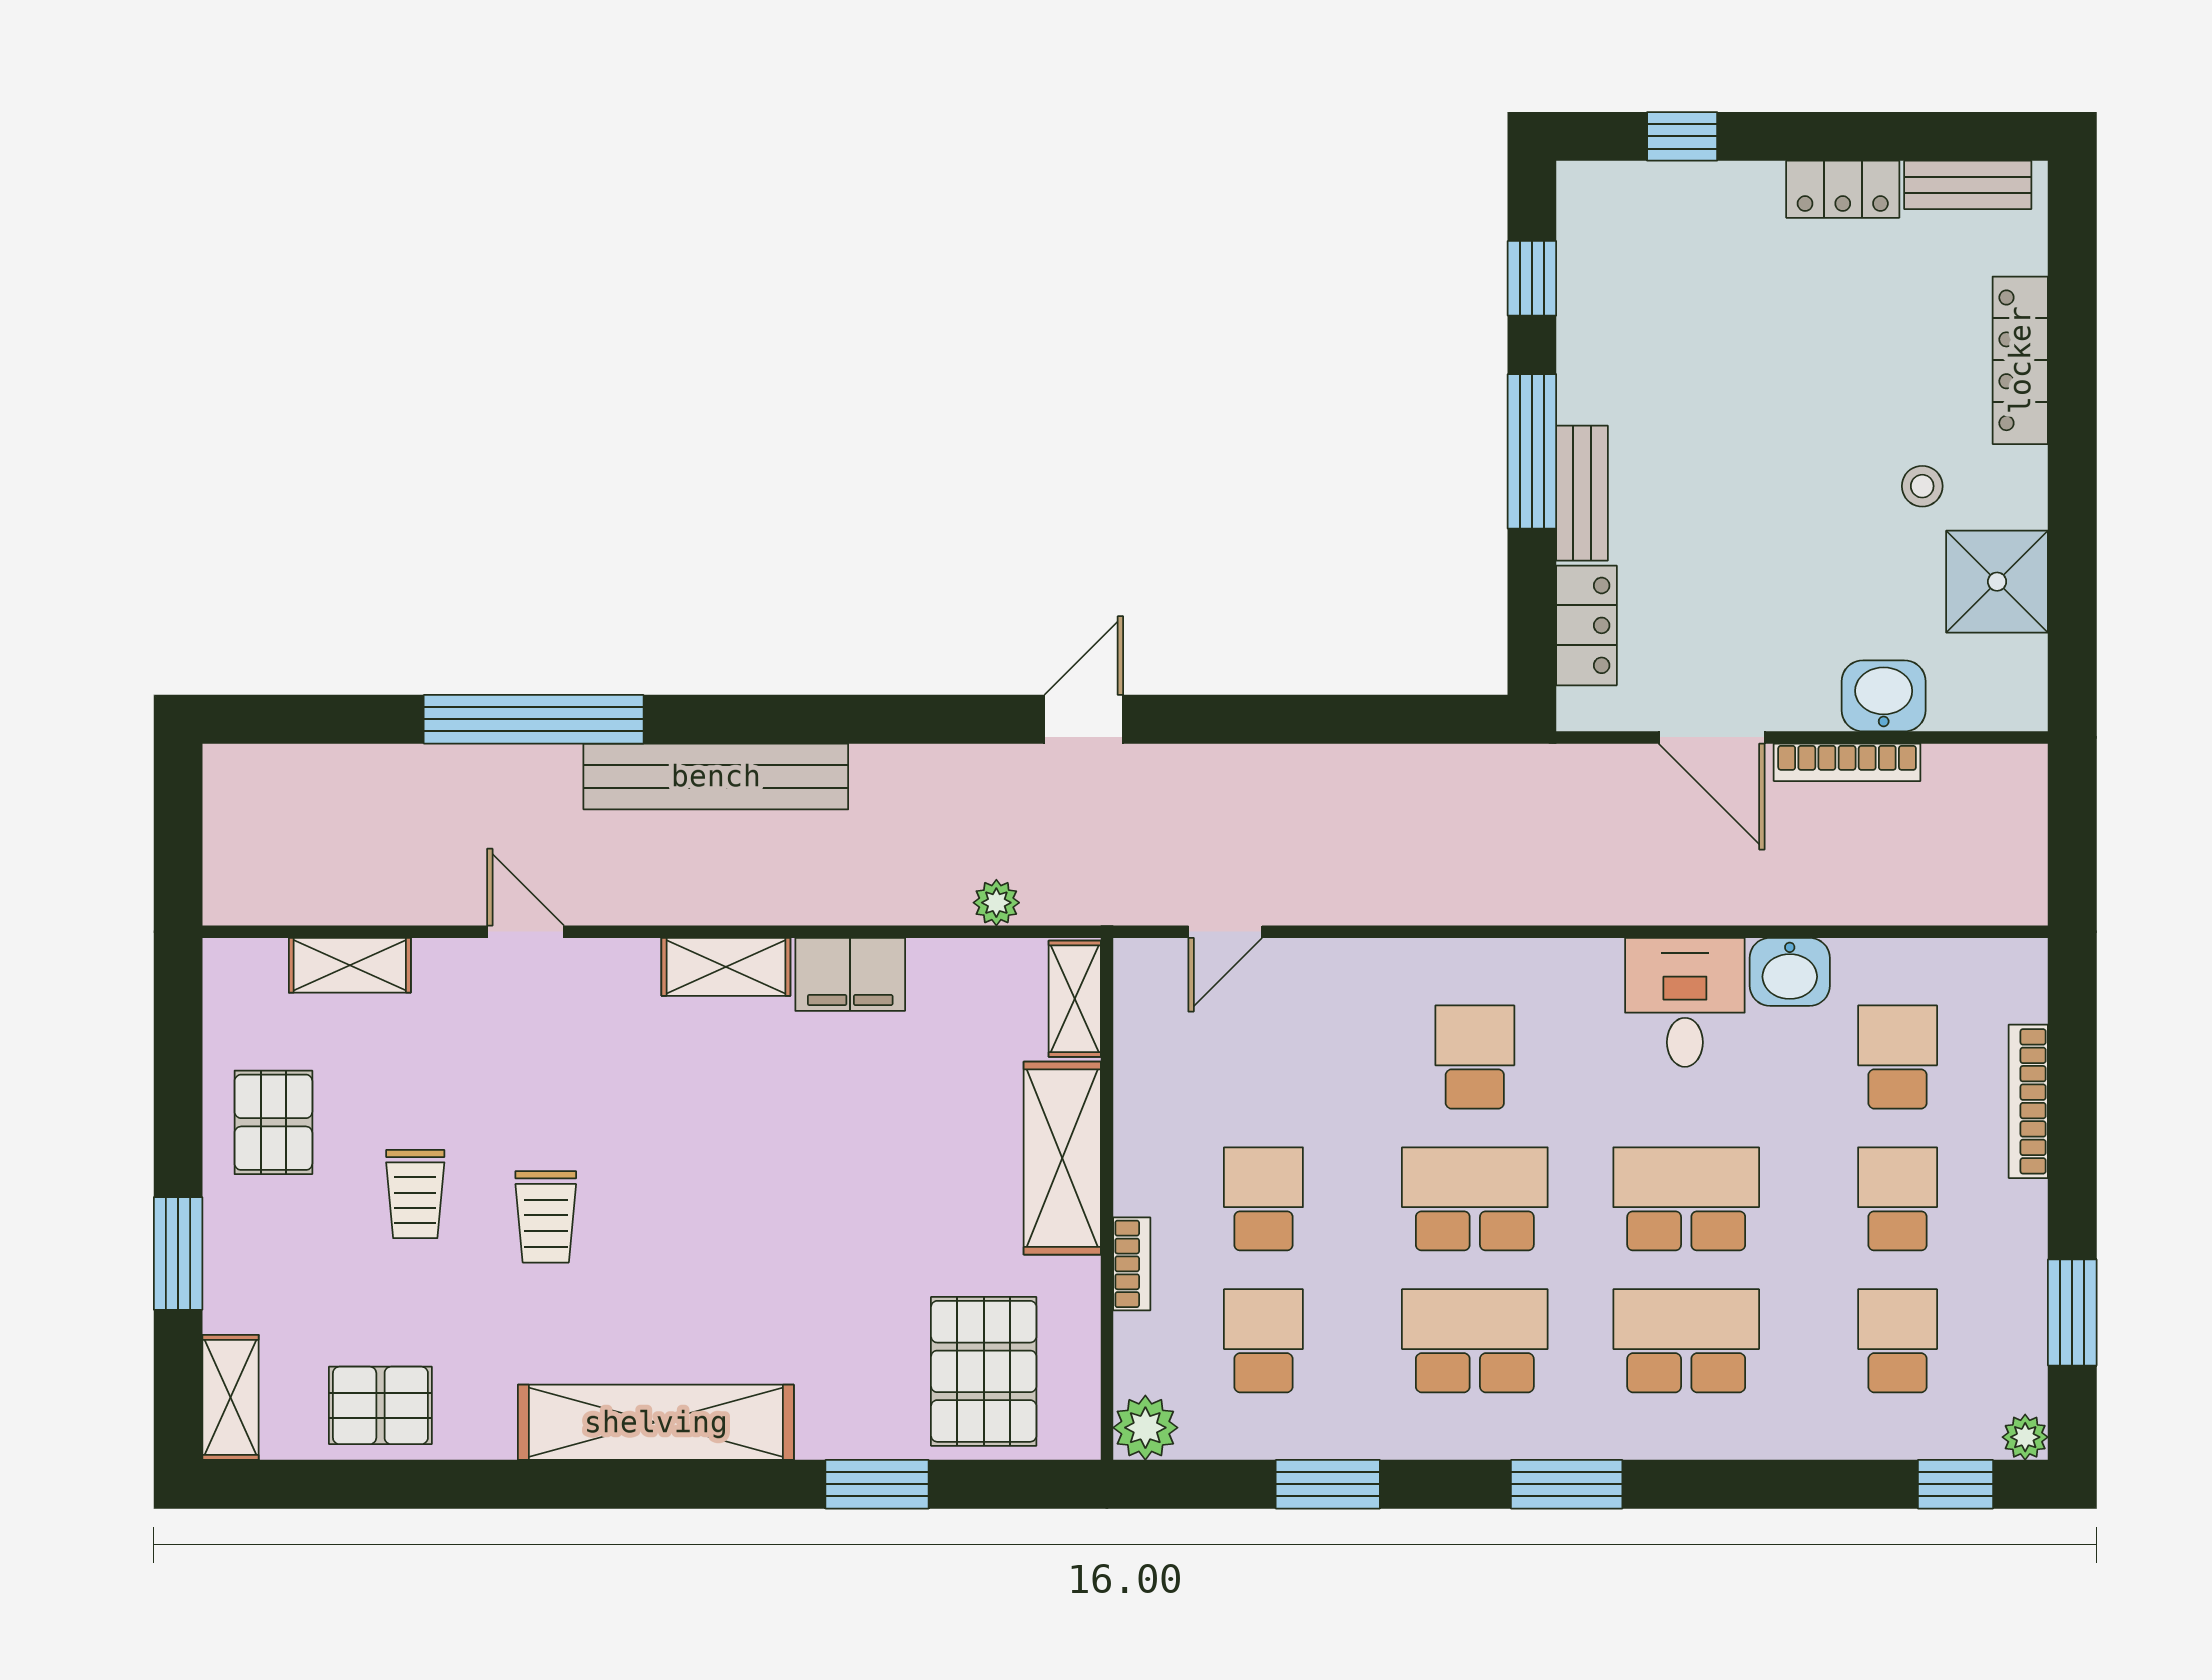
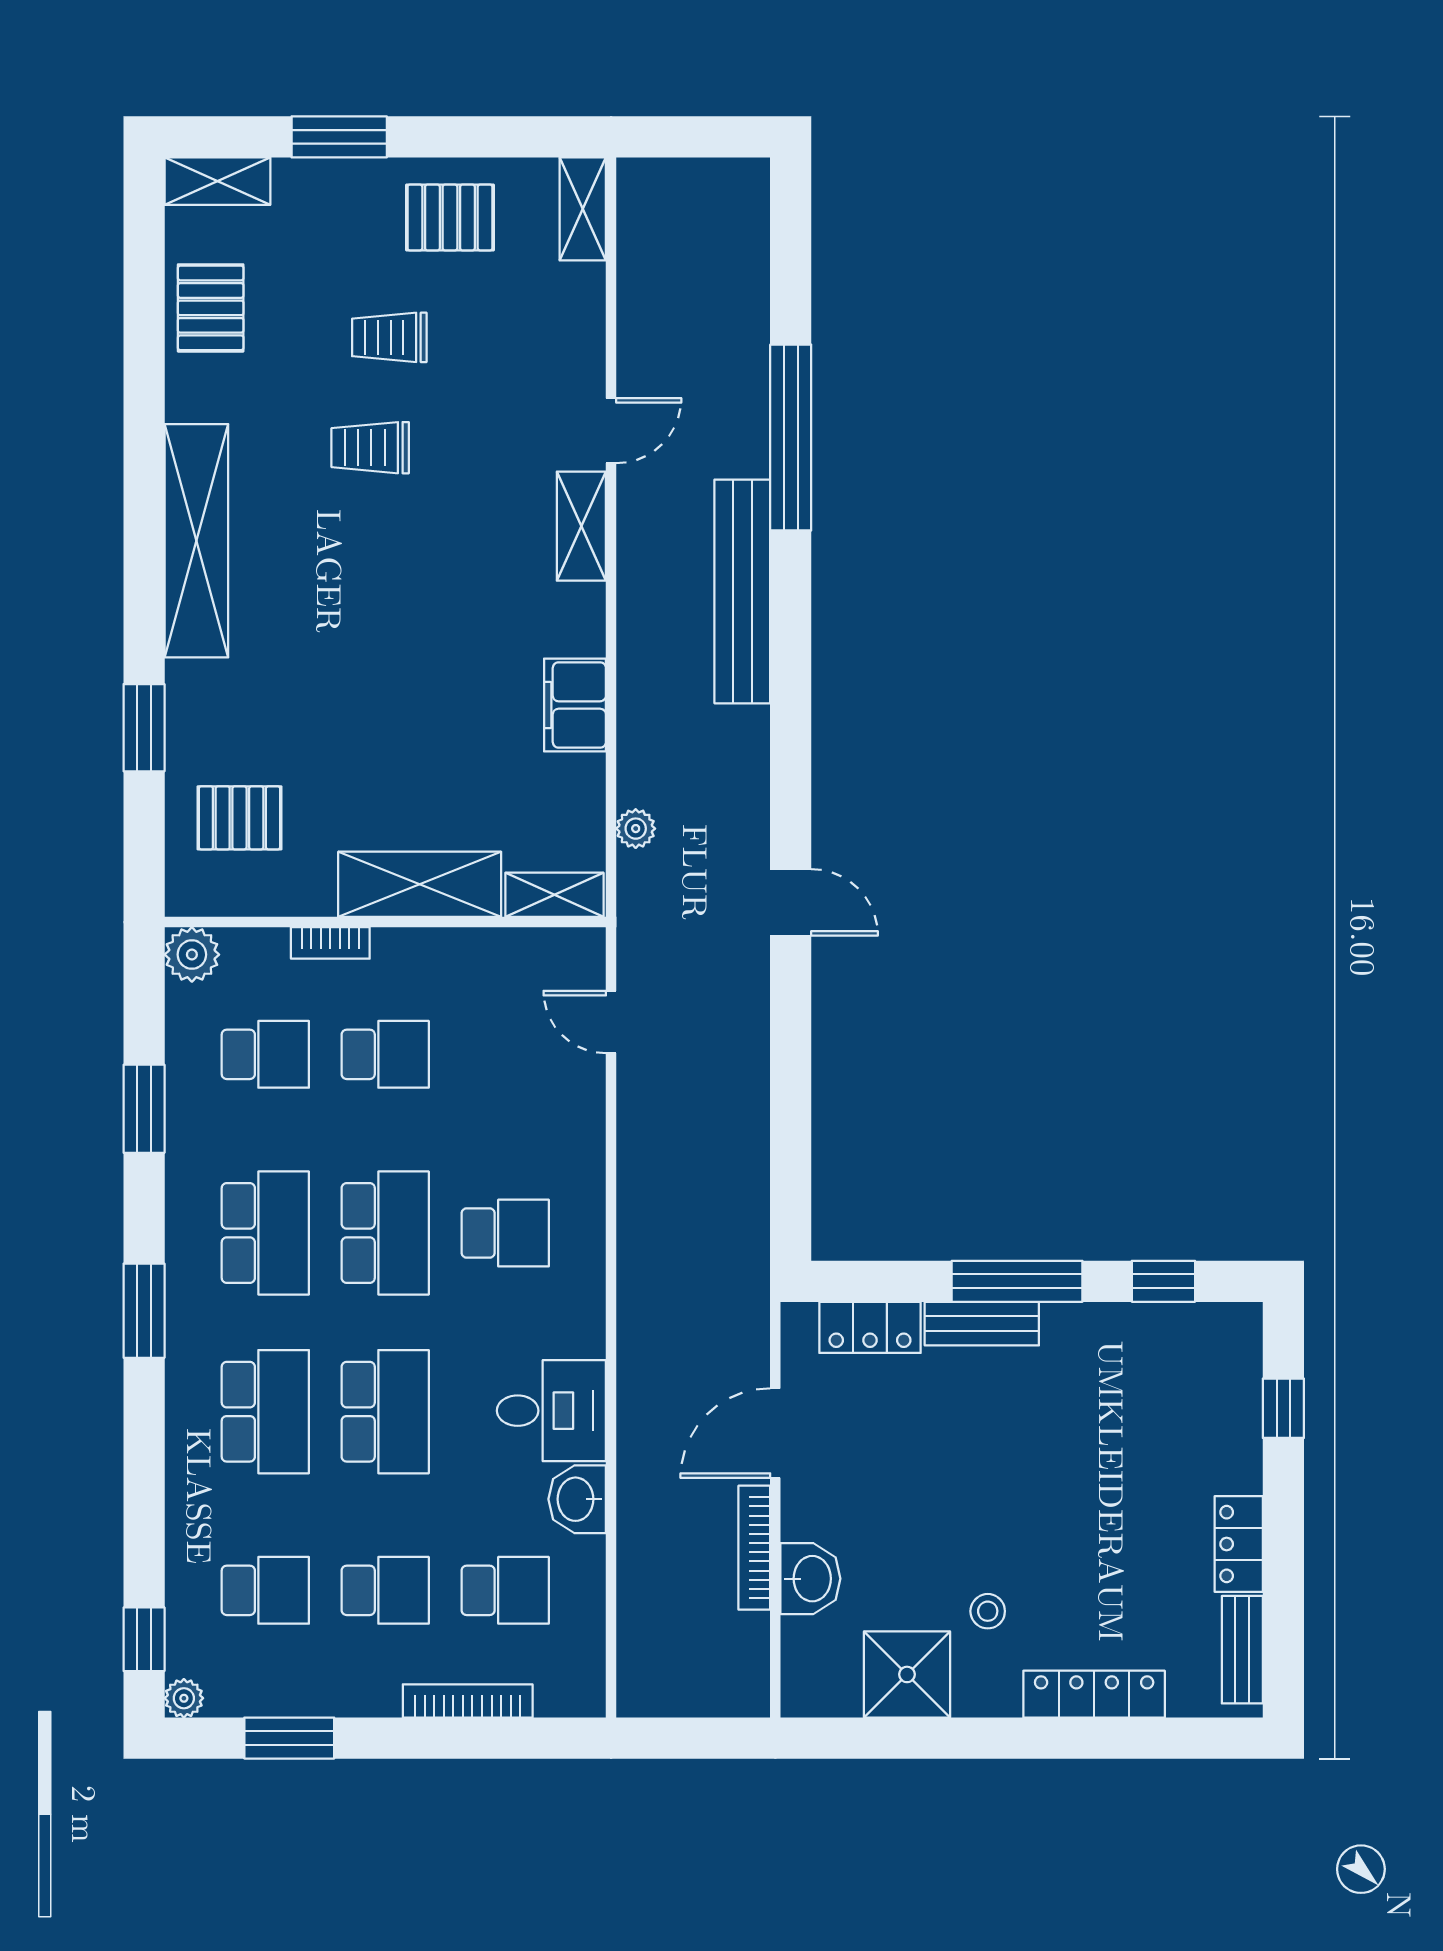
shelving: (350, 965) -> (583, 209), moved
shelving: (726, 967) -> (581, 526), moved
pallet: (984, 1371) -> (239, 818), width x0.67, depth x0.71

